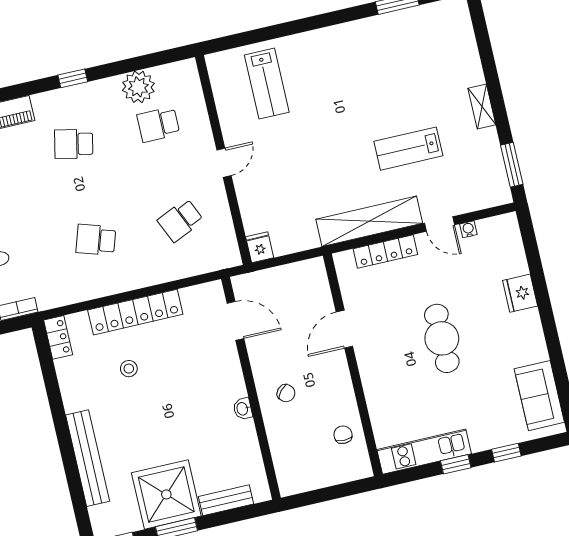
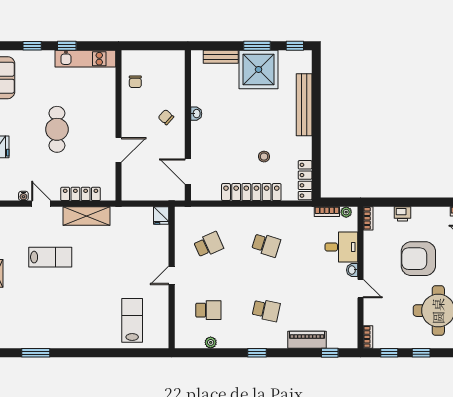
plant: (138, 87) -> (211, 342), width x0.53, depth x0.53
shelving: (369, 221) -> (86, 216), width x0.68
locker: (58, 337) -> (305, 180), width x1.53

